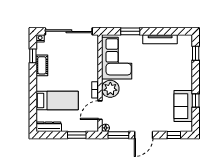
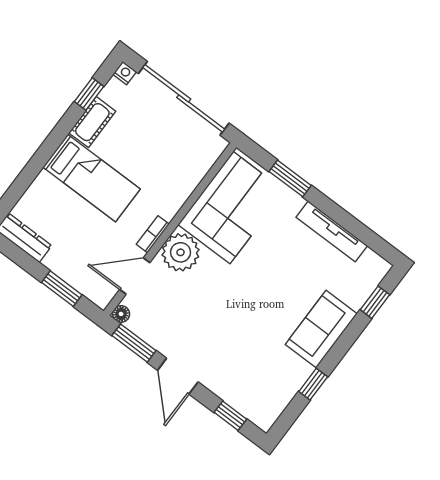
bed: (57, 100) -> (92, 178), moved
sofa: (183, 106) -> (321, 329), moved
door: (144, 135) -> (178, 376), hinge flipped

